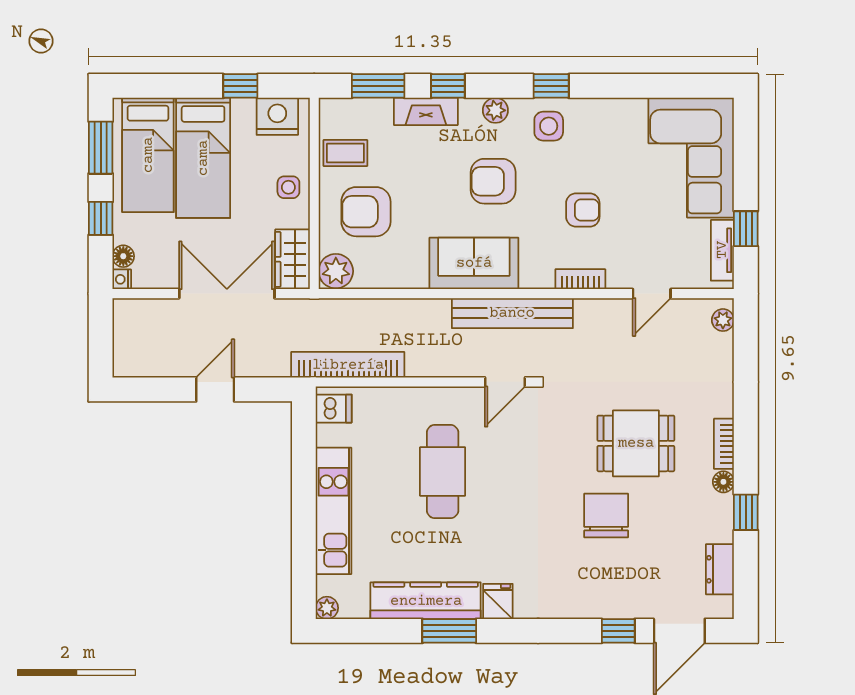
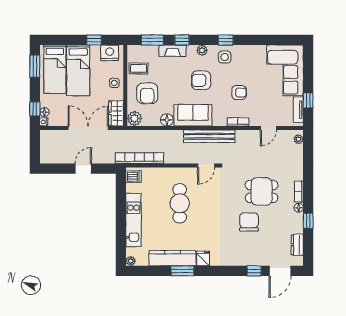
armchair: (366, 212) -> (147, 93), turned -90
window: (101, 218) -> (35, 109), moved
floor lamp: (412, 275) -> (167, 120), added

